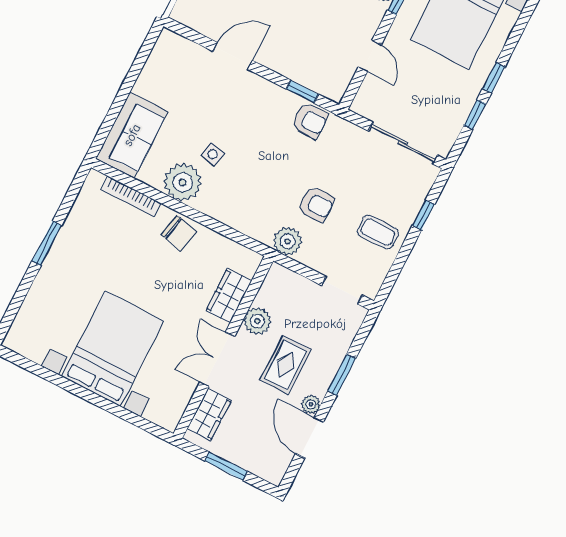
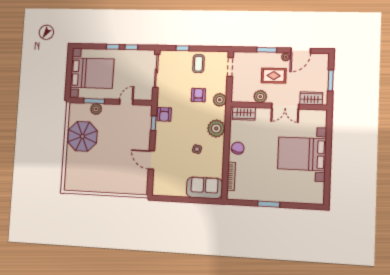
armchair: (310, 121) -> (164, 114), turned 180
plant: (183, 182) -> (216, 128), moved
wardrobe: (229, 296) -> (244, 114), moved

